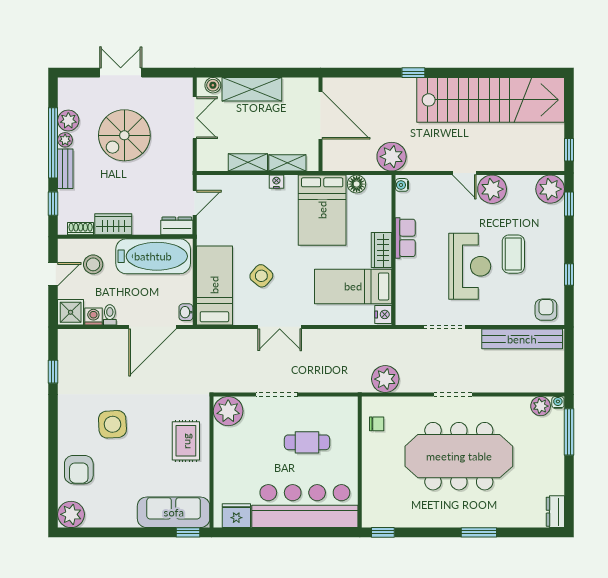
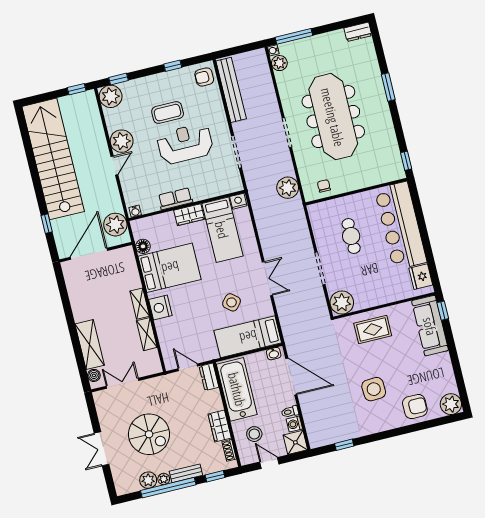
door: (320, 115) -> (89, 254), moved
wall: (320, 124) -> (96, 252), moved
nightstand: (276, 182) -> (160, 307), width x1.89, depth x1.79

